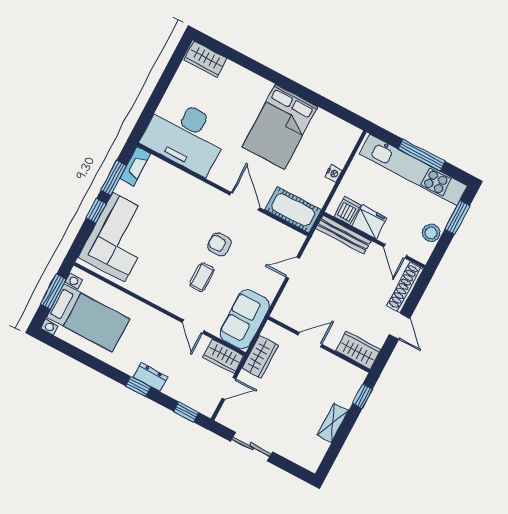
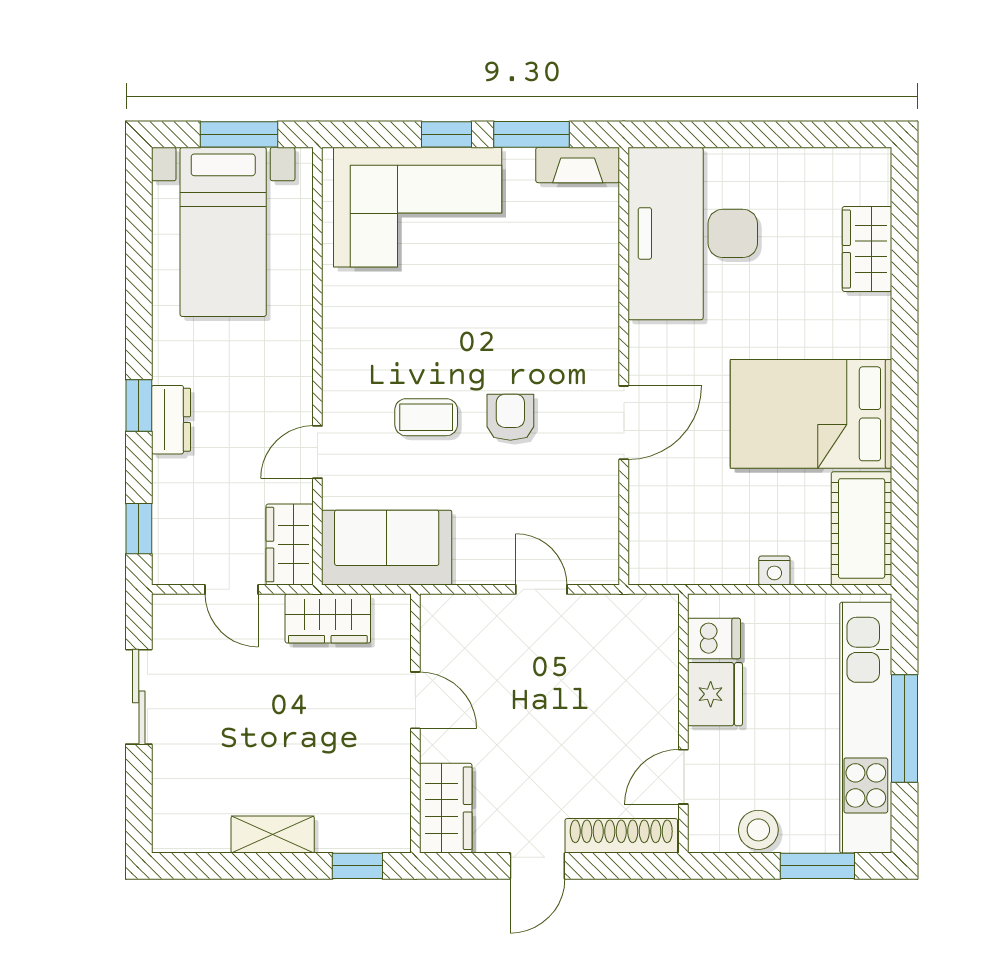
wardrobe: (206, 59) -> (867, 249), moved
cot: (293, 210) -> (862, 528), moved
bench: (343, 235) -> (662, 656), removed

